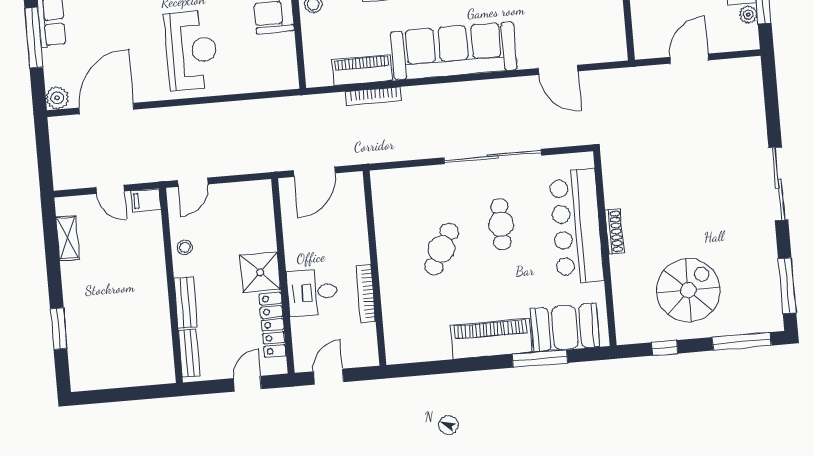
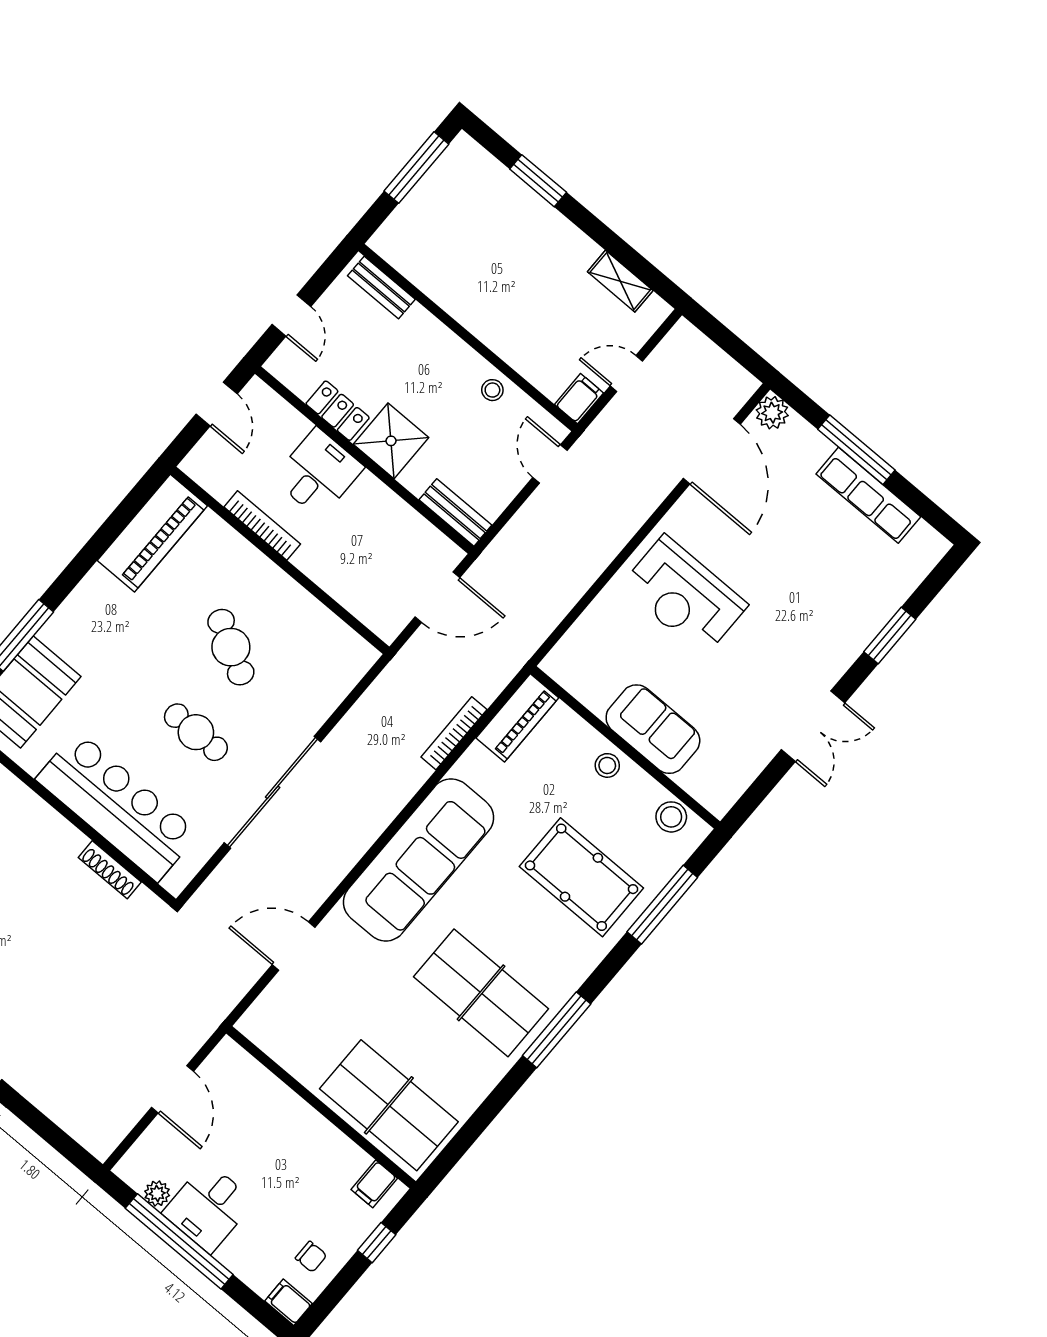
piano: (362, 70) -> (517, 718), moved
door: (315, 172) -> (437, 597), swing flipped
shoe rack: (614, 232) -> (110, 870), moved
bench: (186, 303) -> (455, 512), moved
locker: (273, 325) -> (338, 411), width x0.66
piano: (491, 339) -> (152, 533), moved
window: (112, 395) -> (416, 168), added

